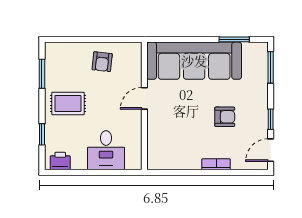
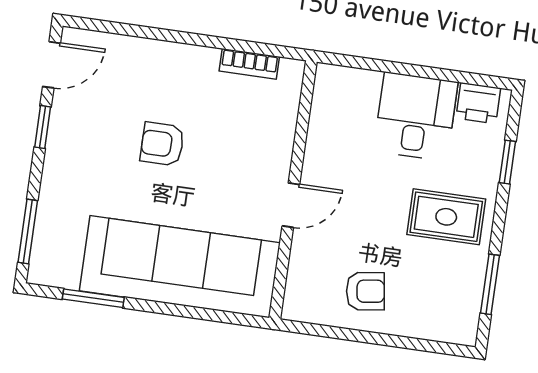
armchair: (102, 62) -> (365, 291), turned 76
armchair: (225, 117) -> (162, 144), moved
desk: (106, 150) -> (416, 116), moved
bookcase: (216, 164) -> (249, 64), moved

